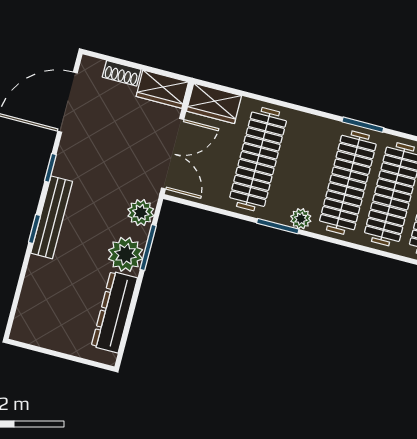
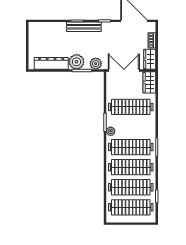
double door: (173, 154) -> (124, 71), swing flipped

